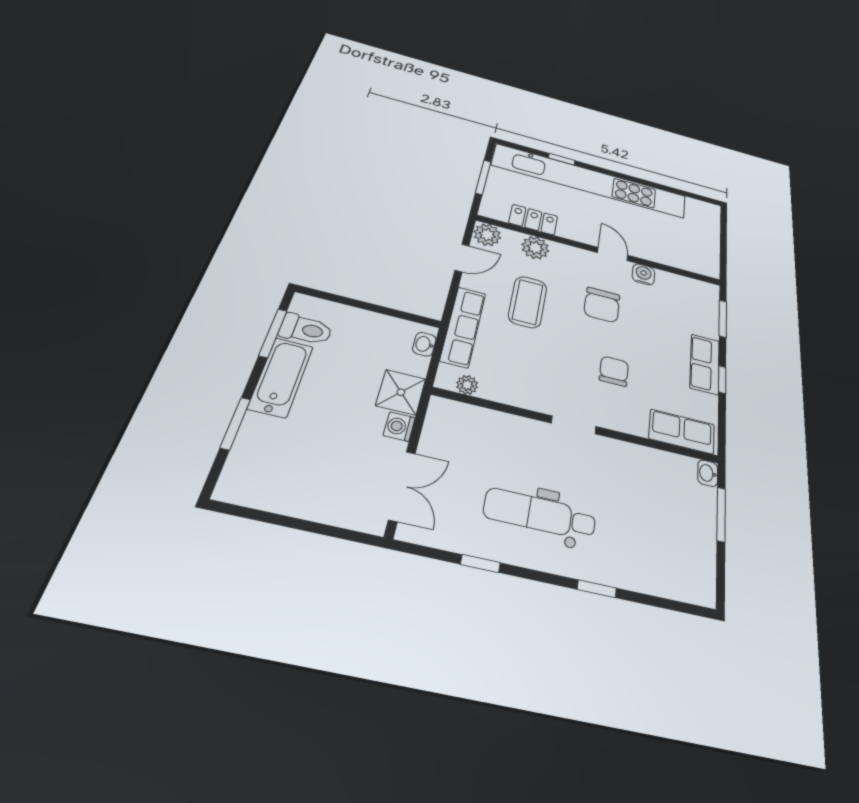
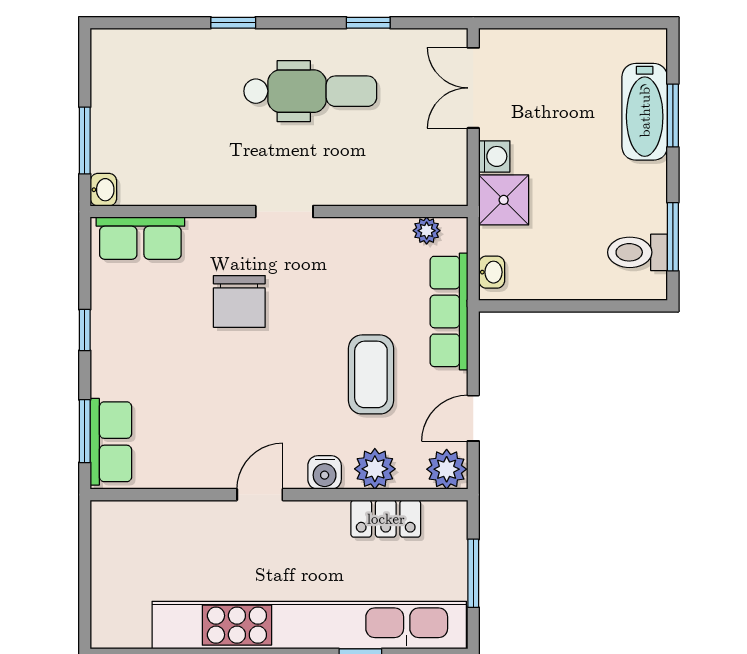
door: (613, 254) -> (260, 495), swing flipped
water cooler: (643, 274) -> (325, 472), moved
chair: (602, 305) -> (267, 401), removed
row of seats: (705, 364) -> (111, 442), moved
chair: (614, 371) -> (239, 301), width x1.37, depth x1.37
bathtub: (281, 377) -> (645, 112), moved

